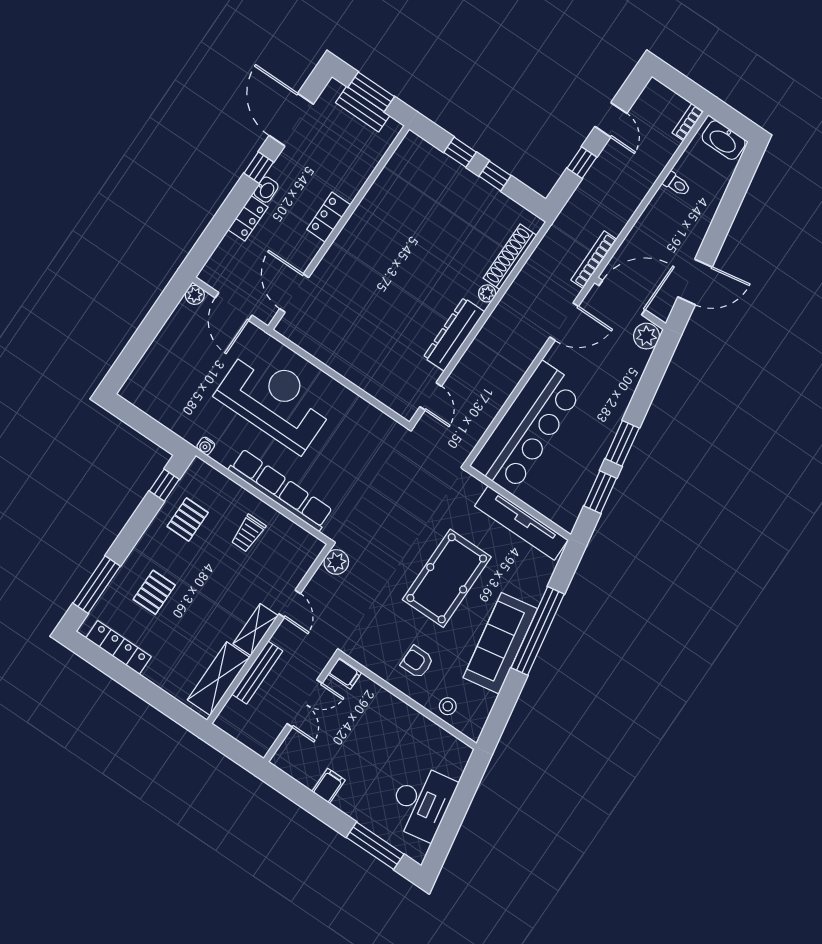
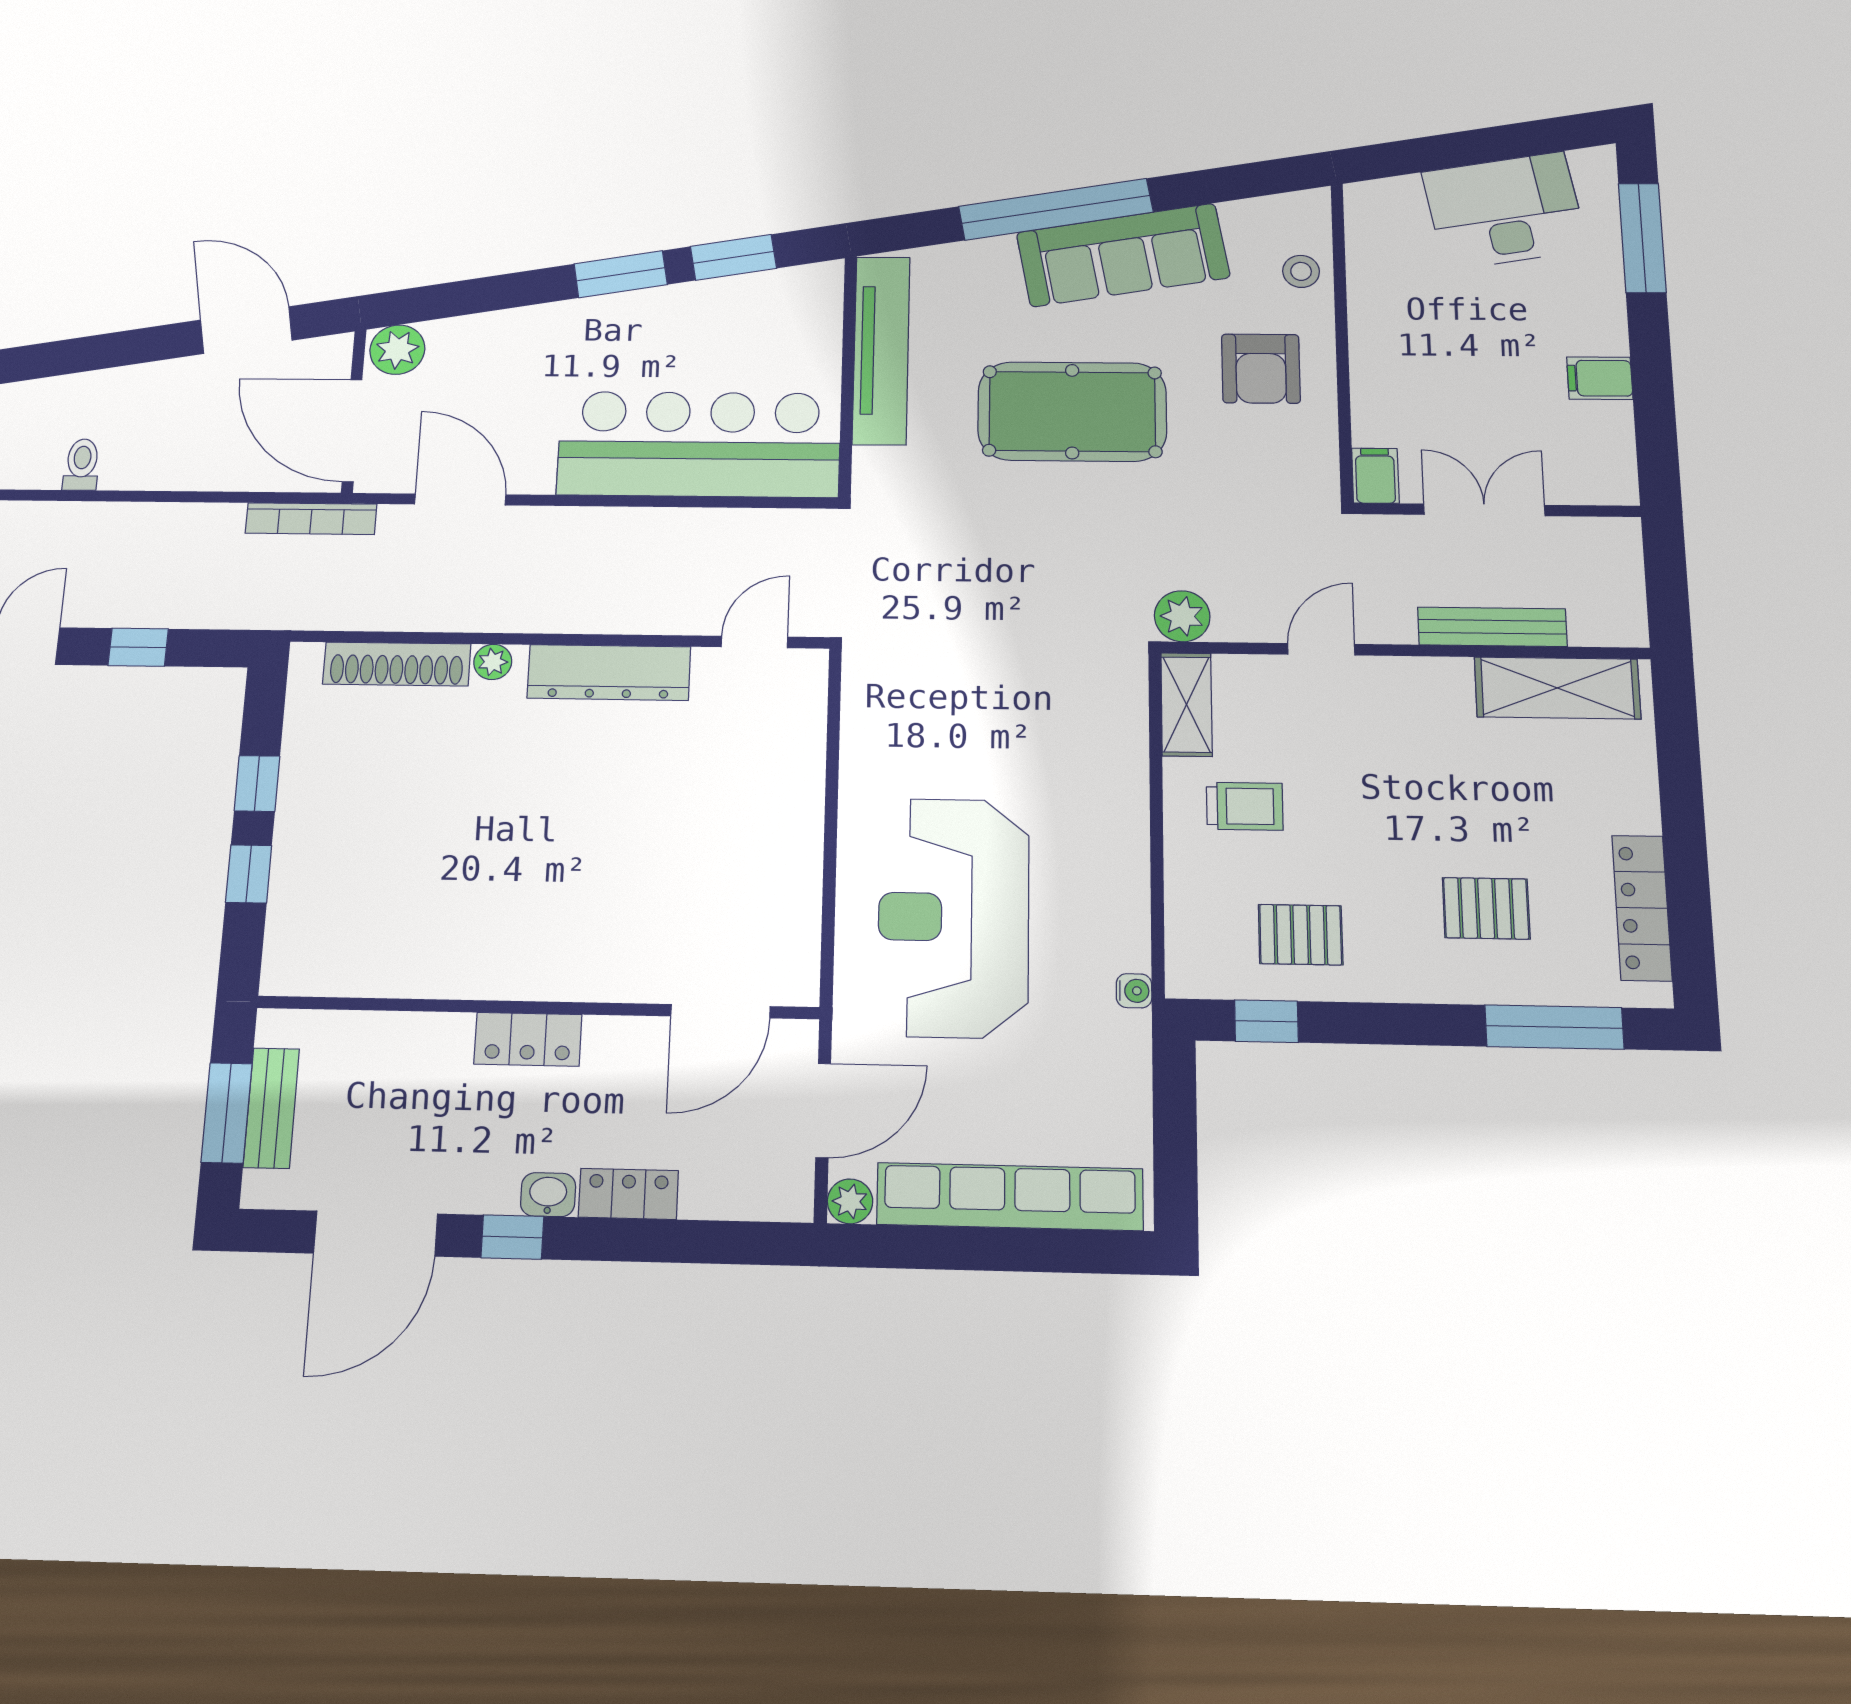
row of seats: (281, 490) -> (1010, 1197), moved, turned 90
shelving: (256, 630) -> (1186, 704), moved, turned 90
armchair: (417, 662) -> (1261, 369), width x1.38, depth x1.38

